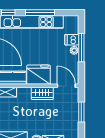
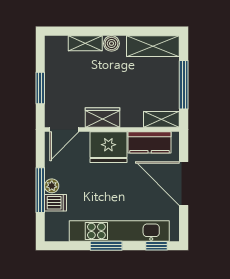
window: (40, 13) -> (106, 246), width x0.69
door: (66, 86) -> (64, 130), hinge flipped

